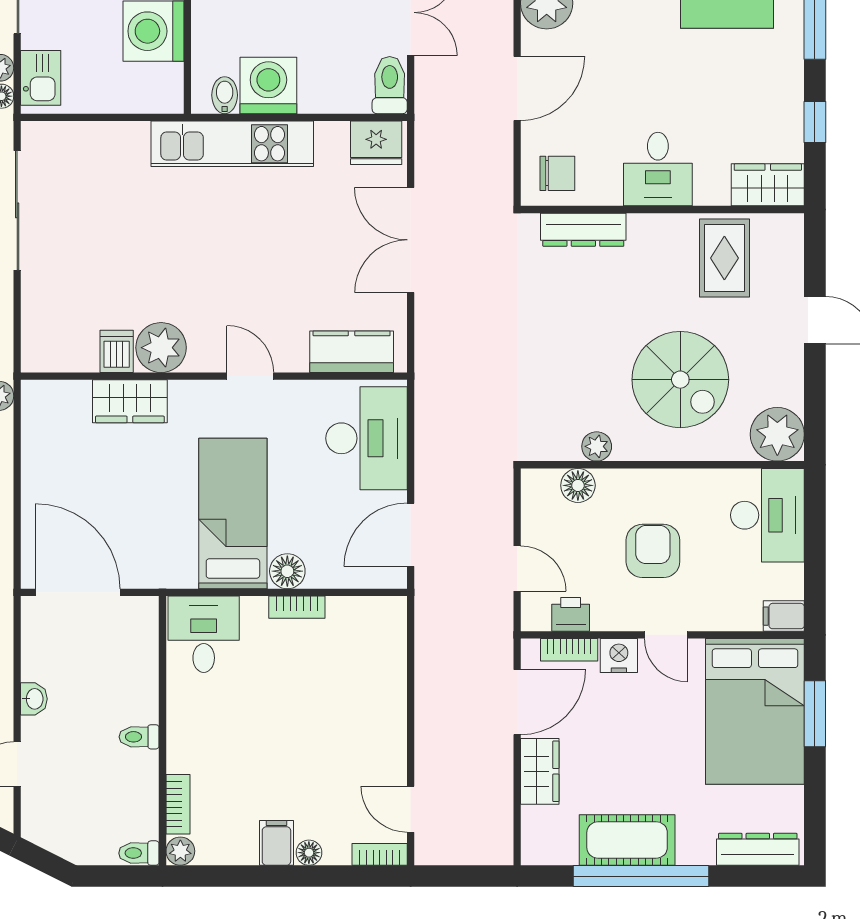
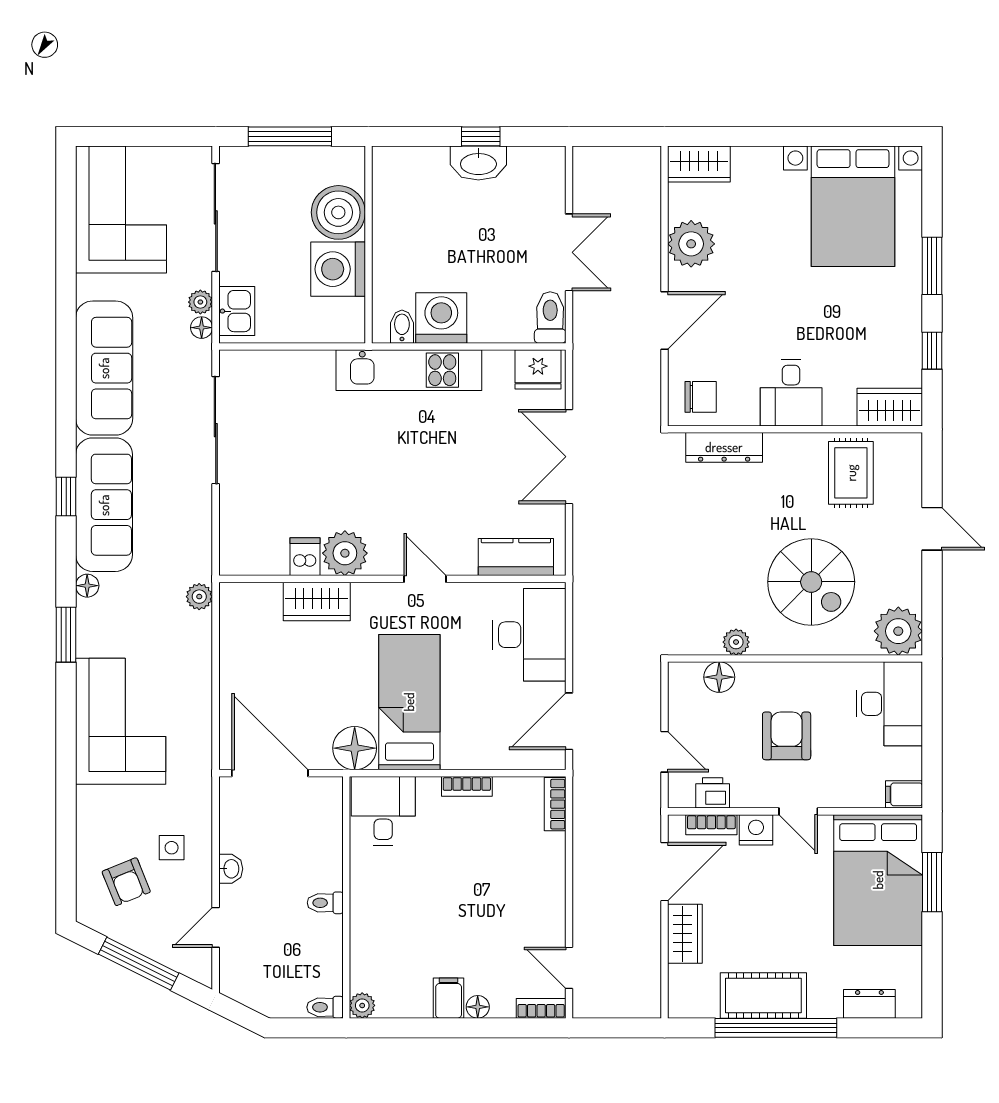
floor lamp: (287, 571) -> (355, 748), moved, width x1.38, depth x1.38
bookcase: (178, 804) -> (555, 804), moved, turned 180
dresser: (758, 849) -> (869, 1004), width x0.70

